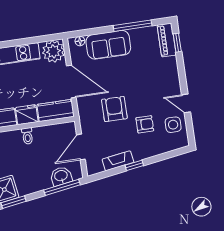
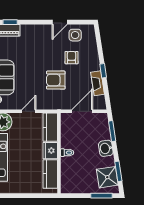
door: (71, 82) -> (29, 111), width x0.53
door: (81, 147) -> (82, 111), swing flipped
washbasin: (61, 176) -> (106, 148), moved
window: (62, 187) -> (112, 131), width x0.69

